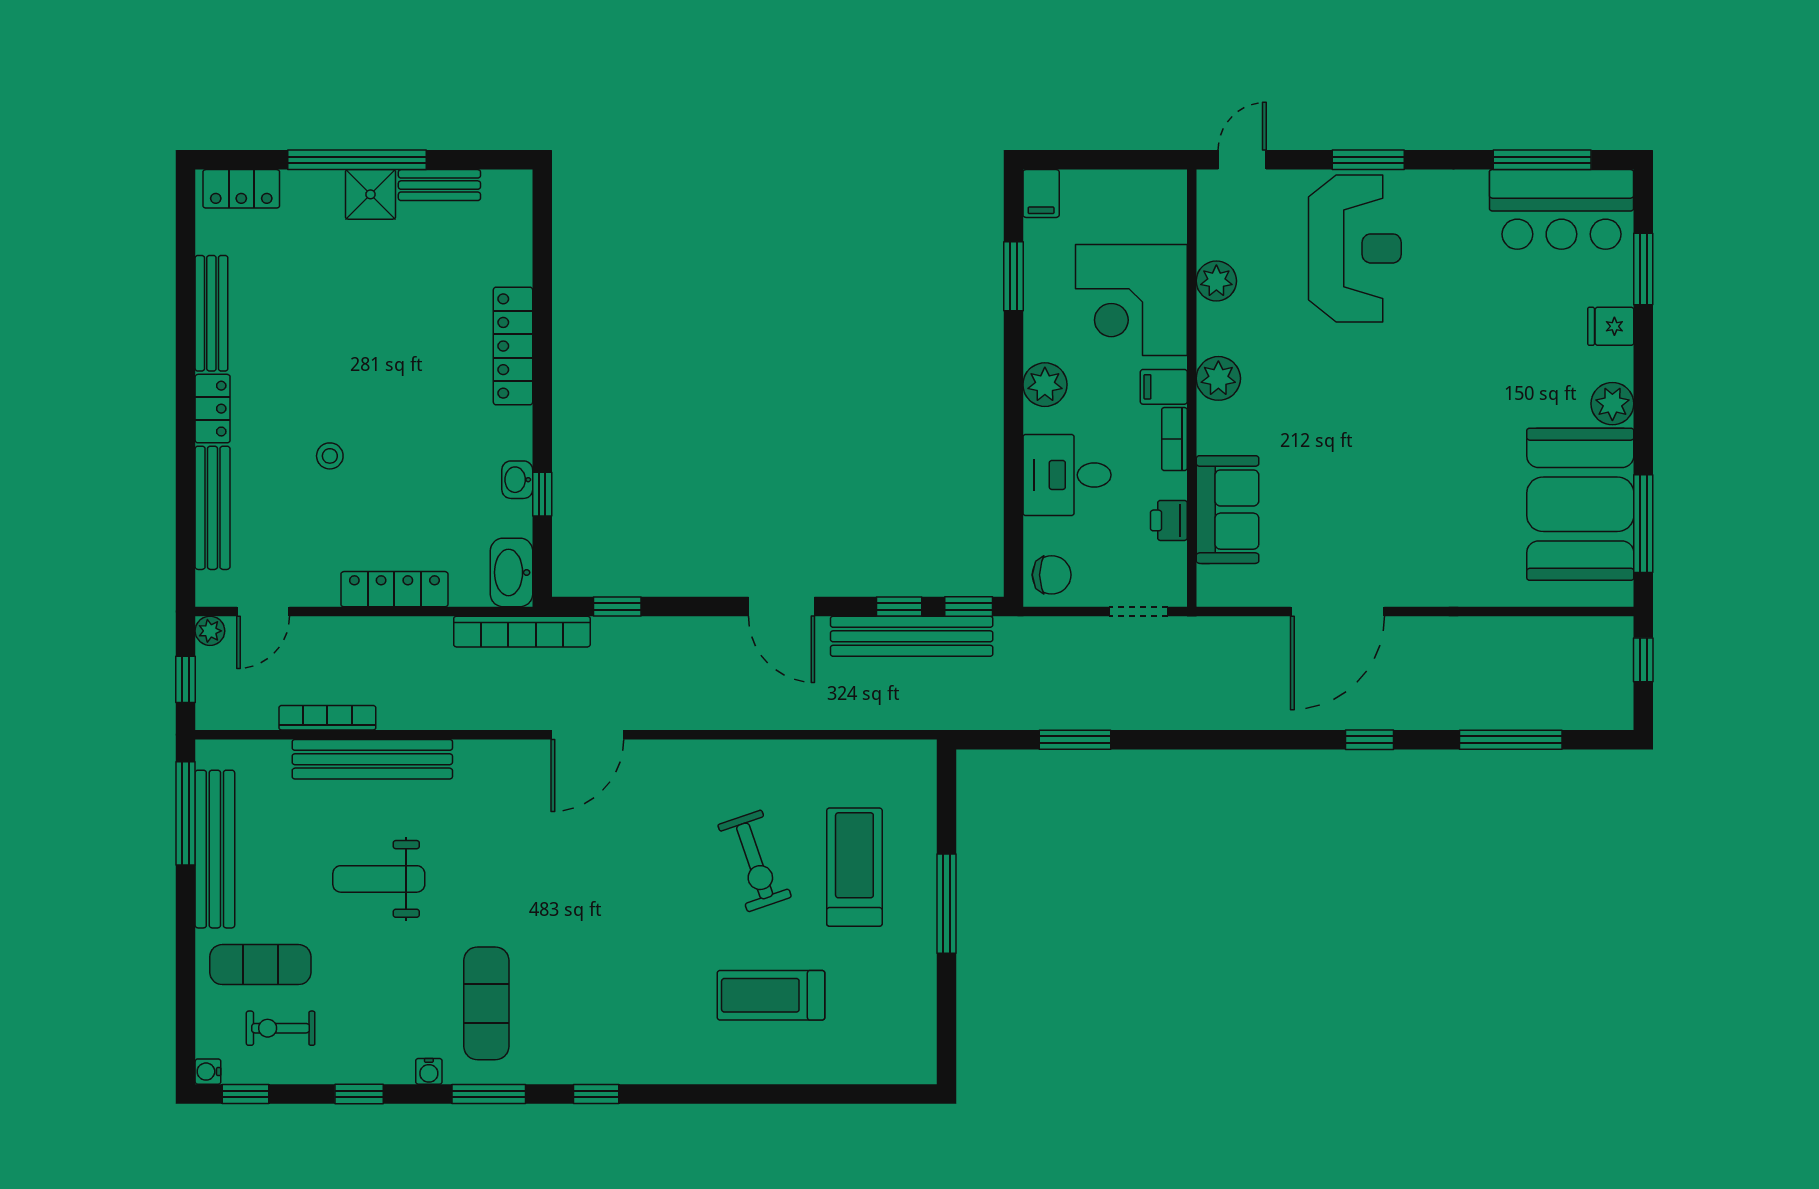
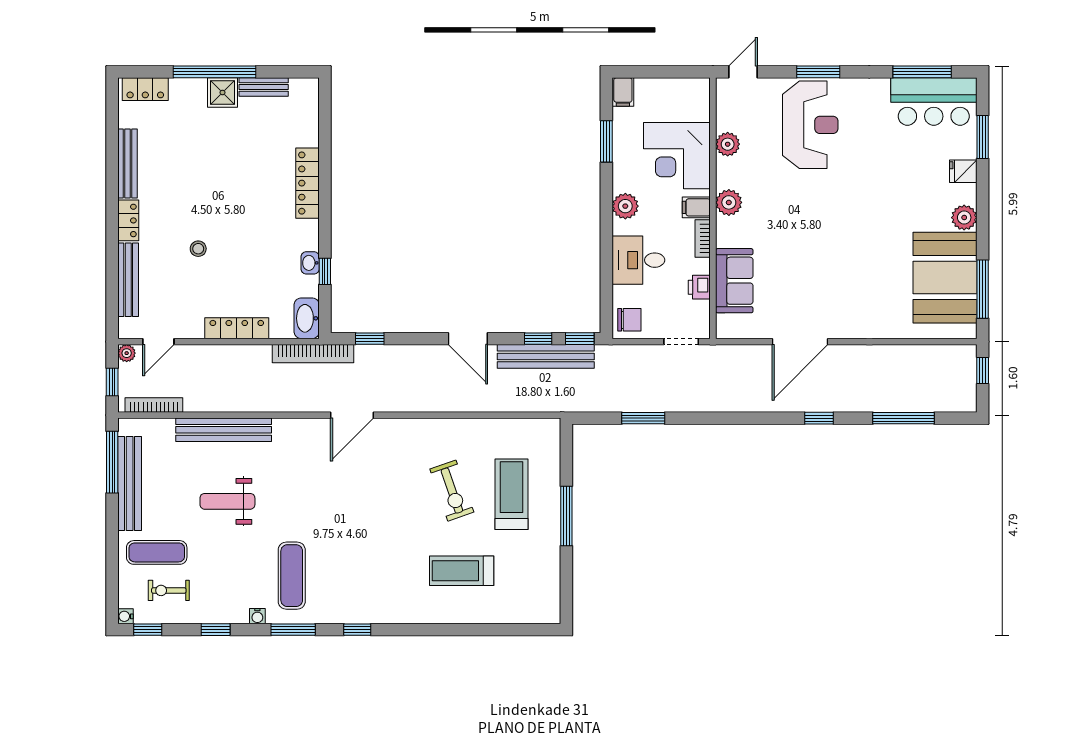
bookcase: (327, 718) -> (154, 405), moved

